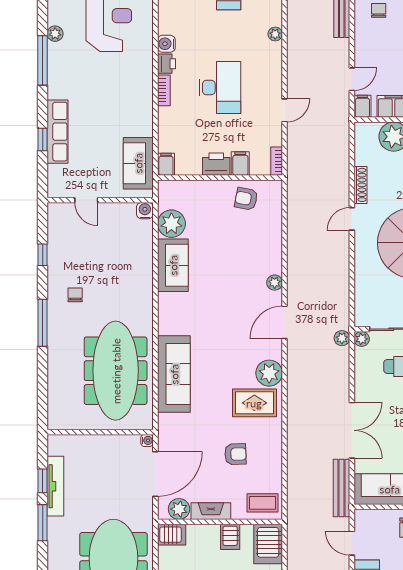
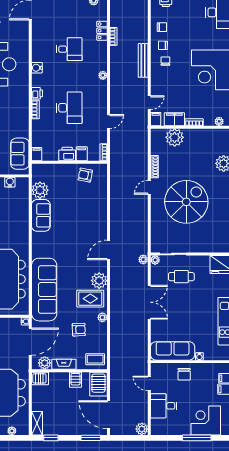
water cooler: (166, 44) -> (37, 68), moved
water cooler: (145, 211) -> (10, 182), moved
plant: (275, 283) -> (102, 317), moved
sofa: (174, 374) -> (44, 290), width x1.36, depth x1.27
double door: (352, 430) -> (149, 302), moved
bench: (342, 488) -> (143, 350), removed

